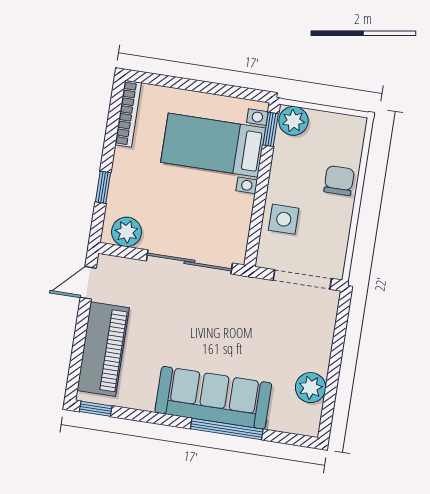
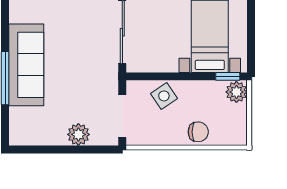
side table: (284, 219) -> (164, 96), turned -34
plant: (311, 388) -> (78, 134), moved

